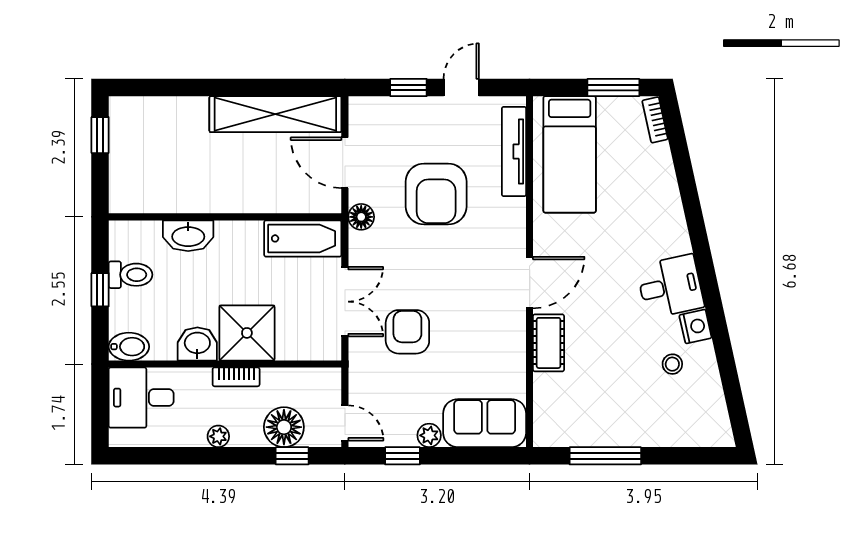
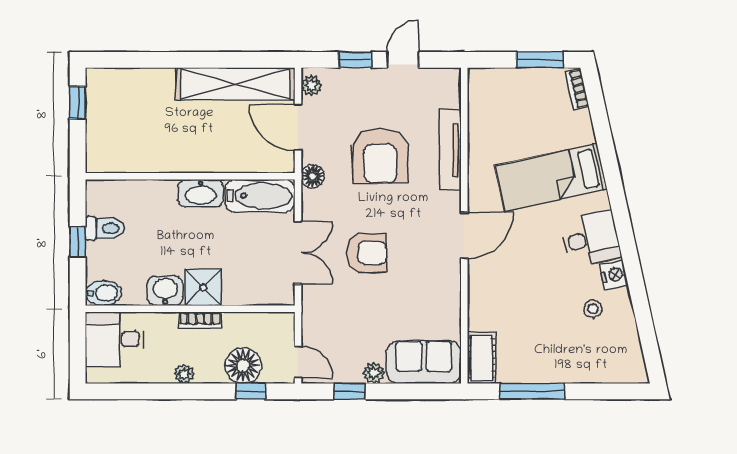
plant: (360, 116) -> (311, 85), added
tv unit: (514, 151) -> (450, 150), moved
bed: (570, 154) -> (551, 177), moved, turned 78
washbasin: (188, 236) -> (201, 193), moved
armchair: (407, 332) -> (367, 253), moved, turned 90
shower: (247, 333) -> (203, 287), width x0.73, depth x0.73
cot: (549, 343) -> (481, 358), moved

